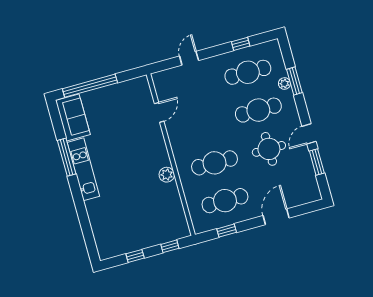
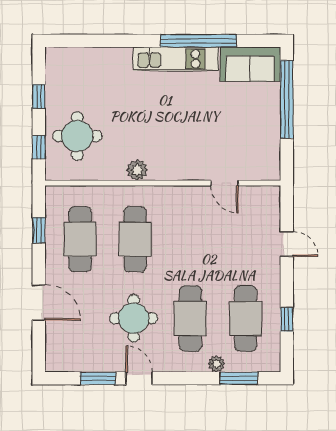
window: (294, 81) -> (239, 378), moved
window: (67, 157) -> (198, 41), width x1.46
round table: (155, 222) -> (77, 136), added

